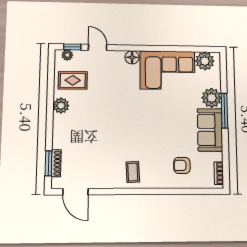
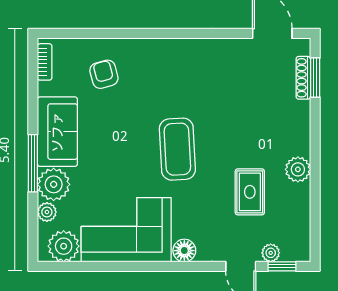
plant: (67, 55) -> (271, 253), moved
rug: (73, 80) -> (250, 192), moved, turned 90
plant: (215, 81) -> (47, 212), added
armchair: (182, 165) -> (104, 74), turned -105
coffee table: (133, 172) -> (177, 149), moved, width x1.86, depth x1.72

